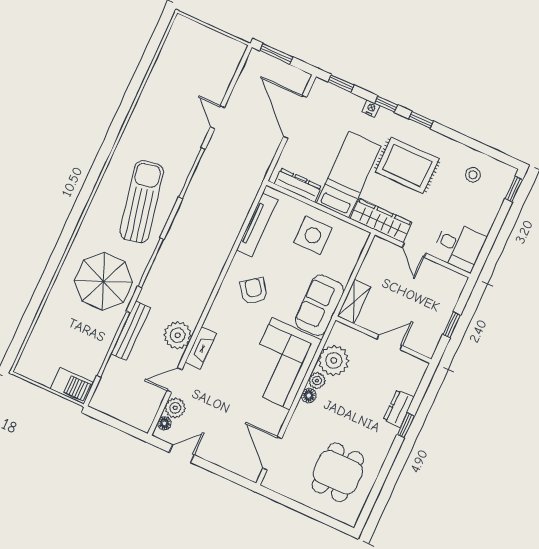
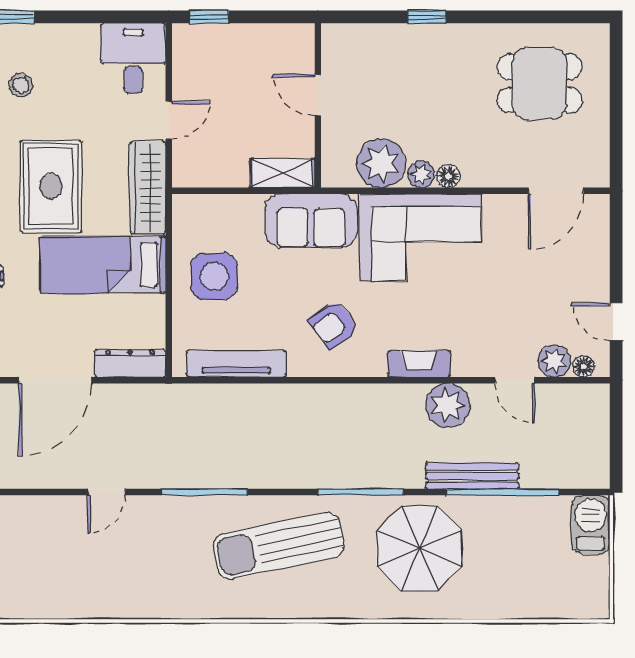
dresser: (298, 185) -> (130, 363), moved, turned 90
window: (452, 325) -> (209, 17), moved
fireplace: (201, 348) -> (419, 364), moved
dresser: (399, 409) -> (408, 38), removed

